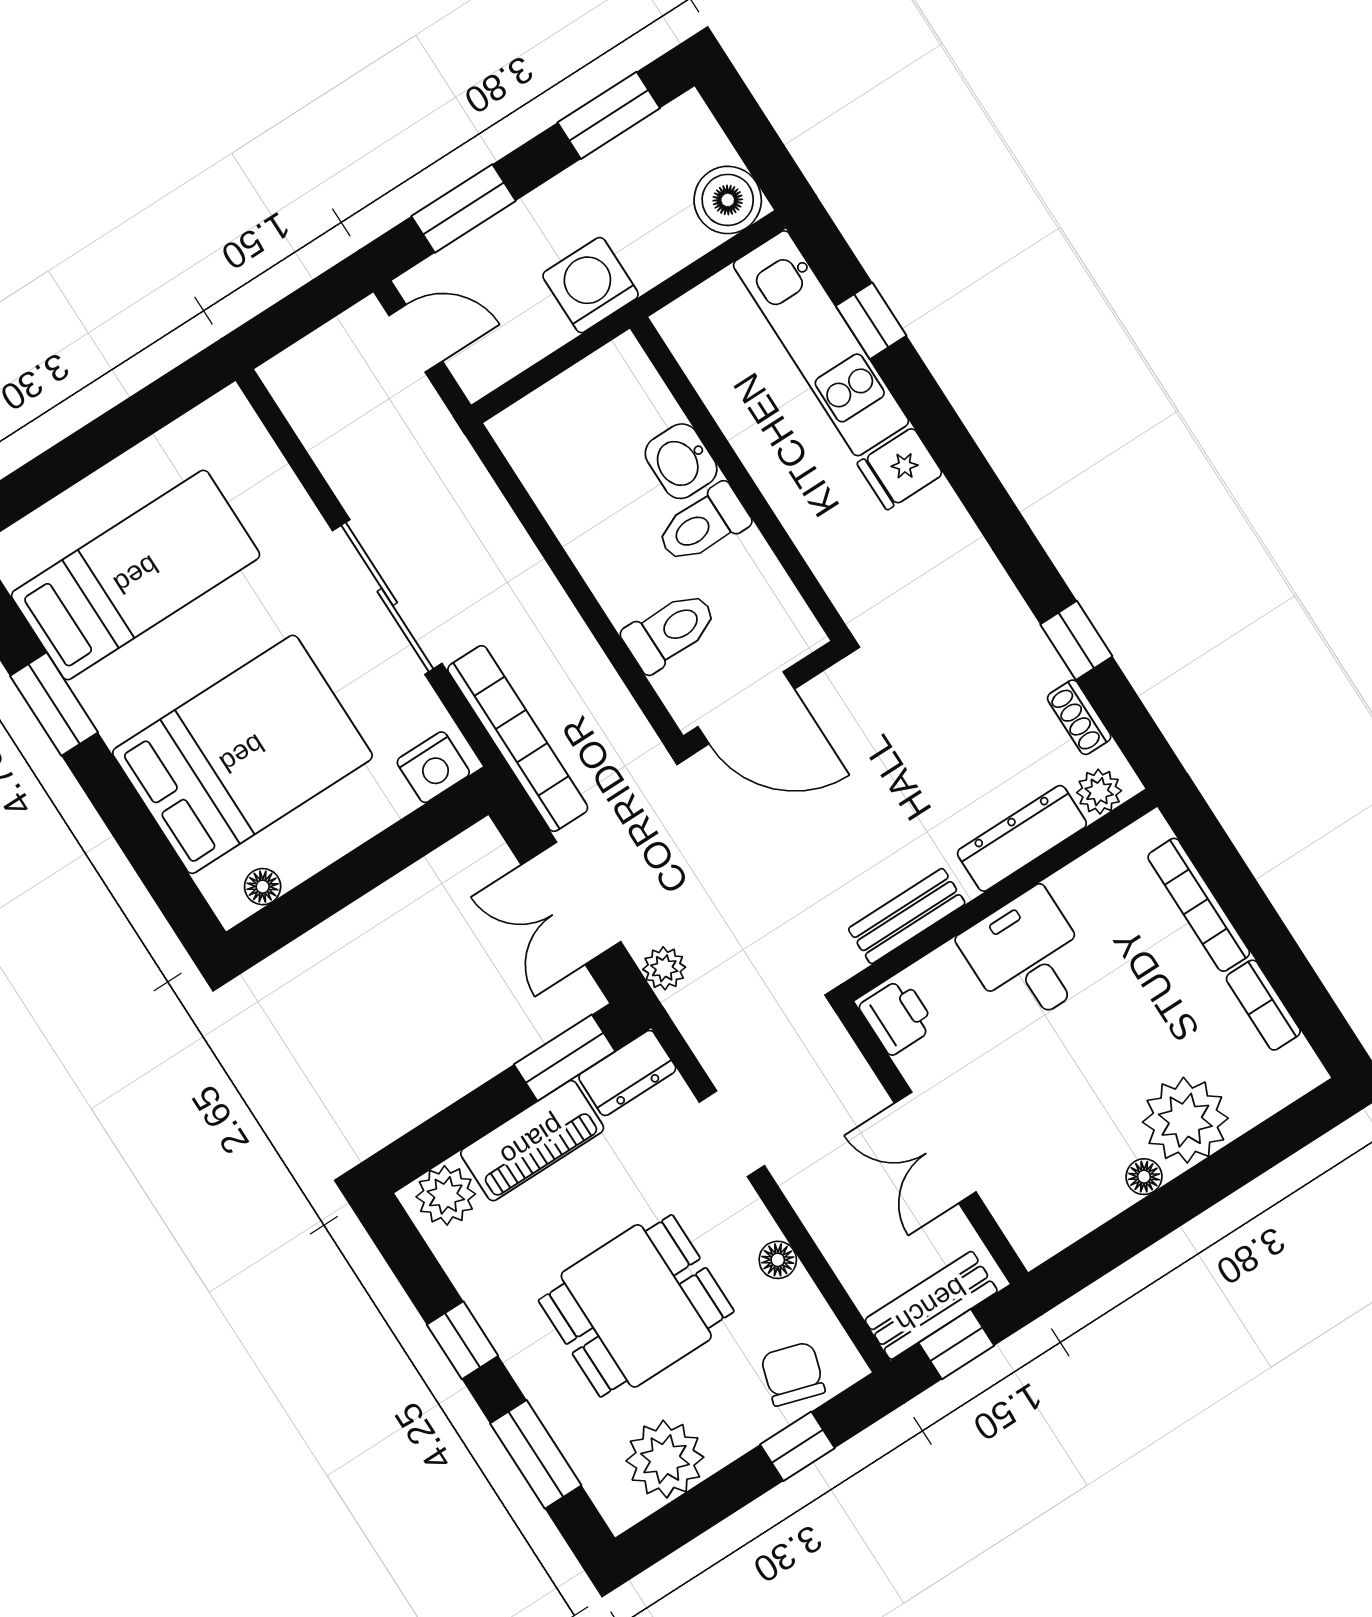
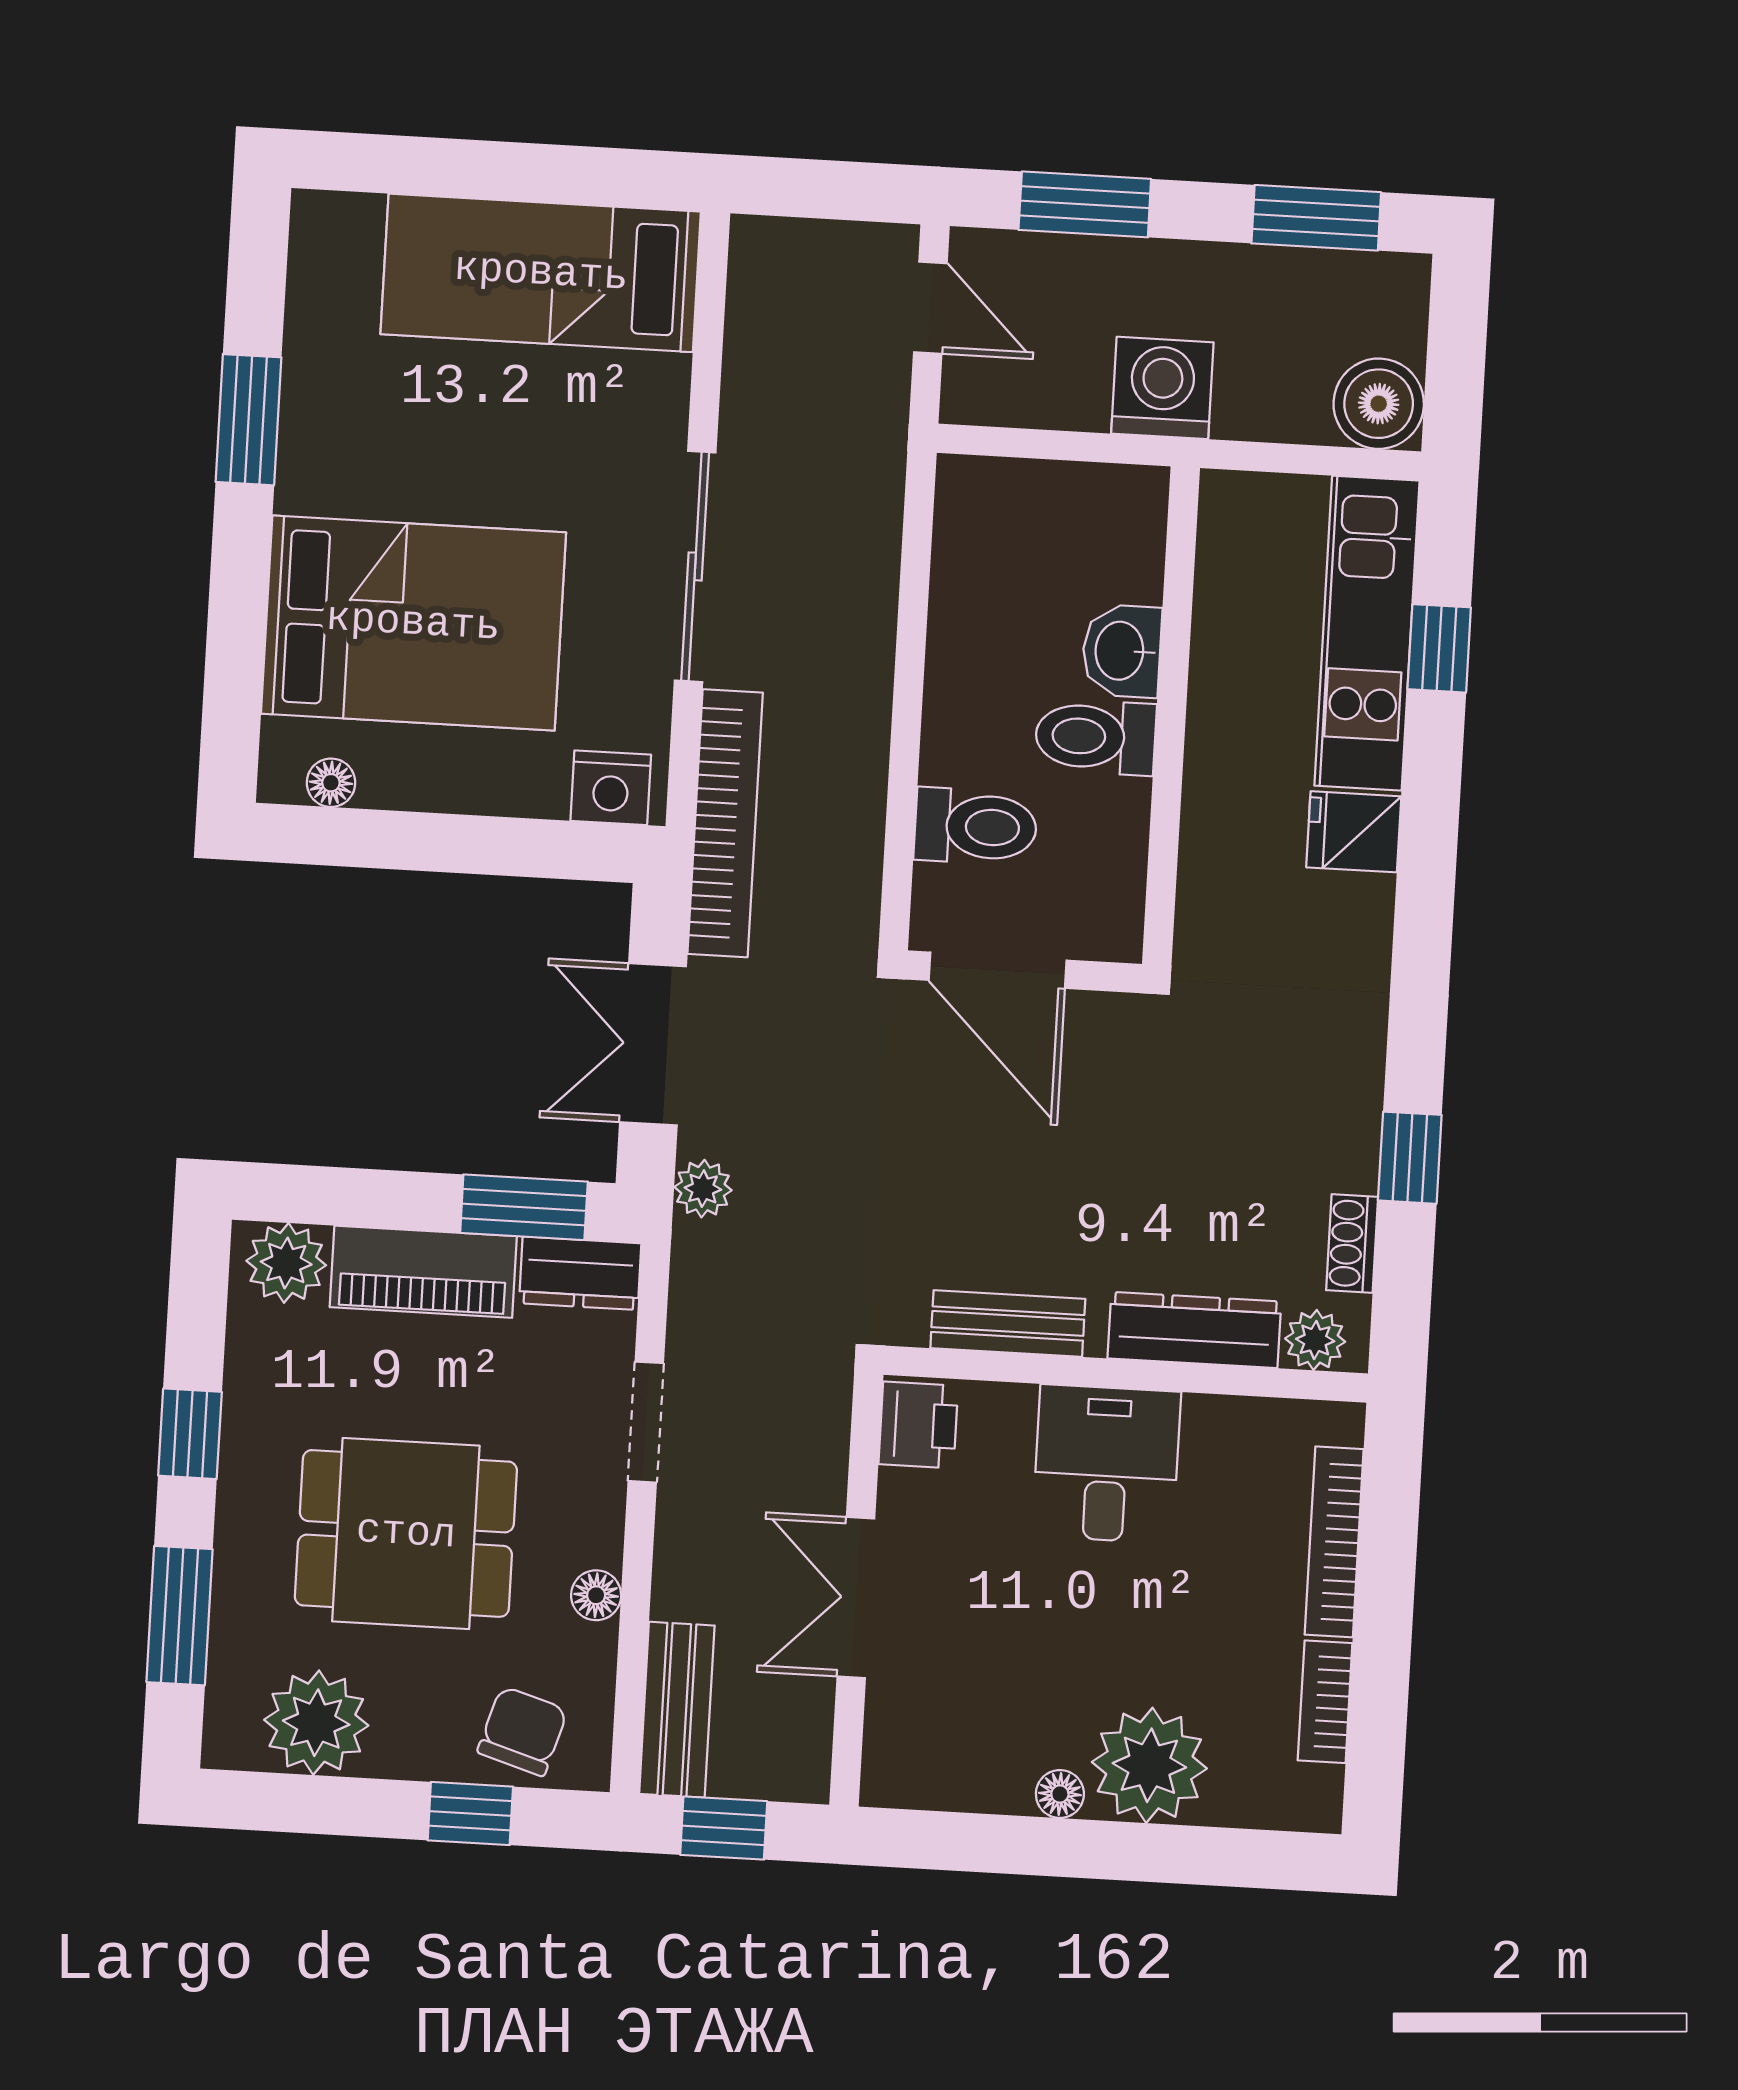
bed: (136, 575) -> (541, 273), moved, turned 180
bench: (931, 1305) -> (677, 1710), moved, turned 90

